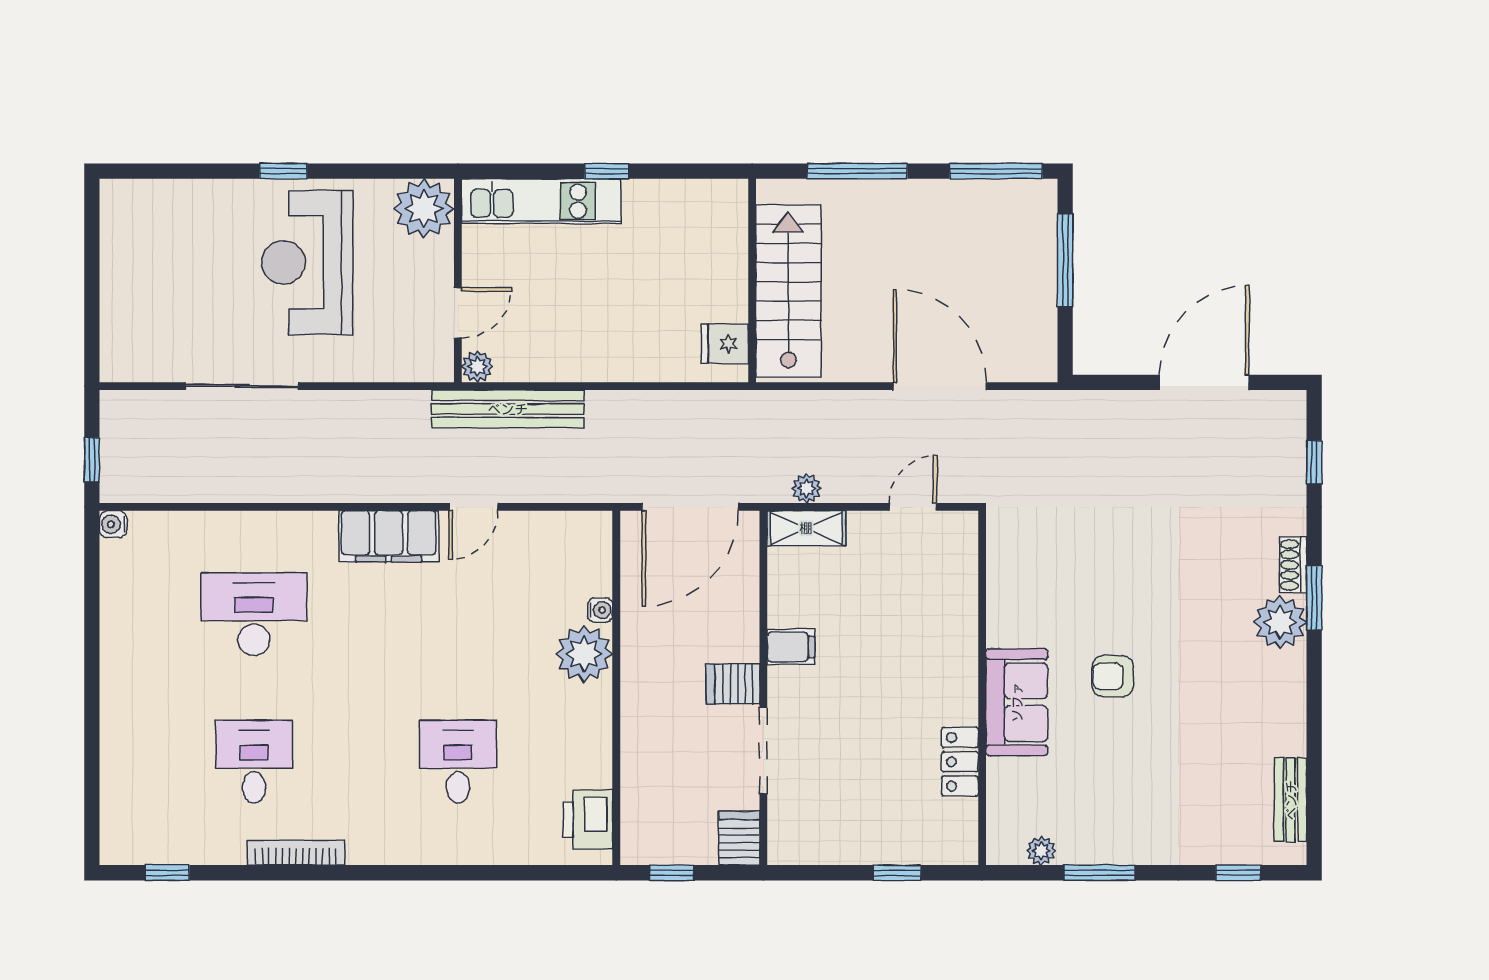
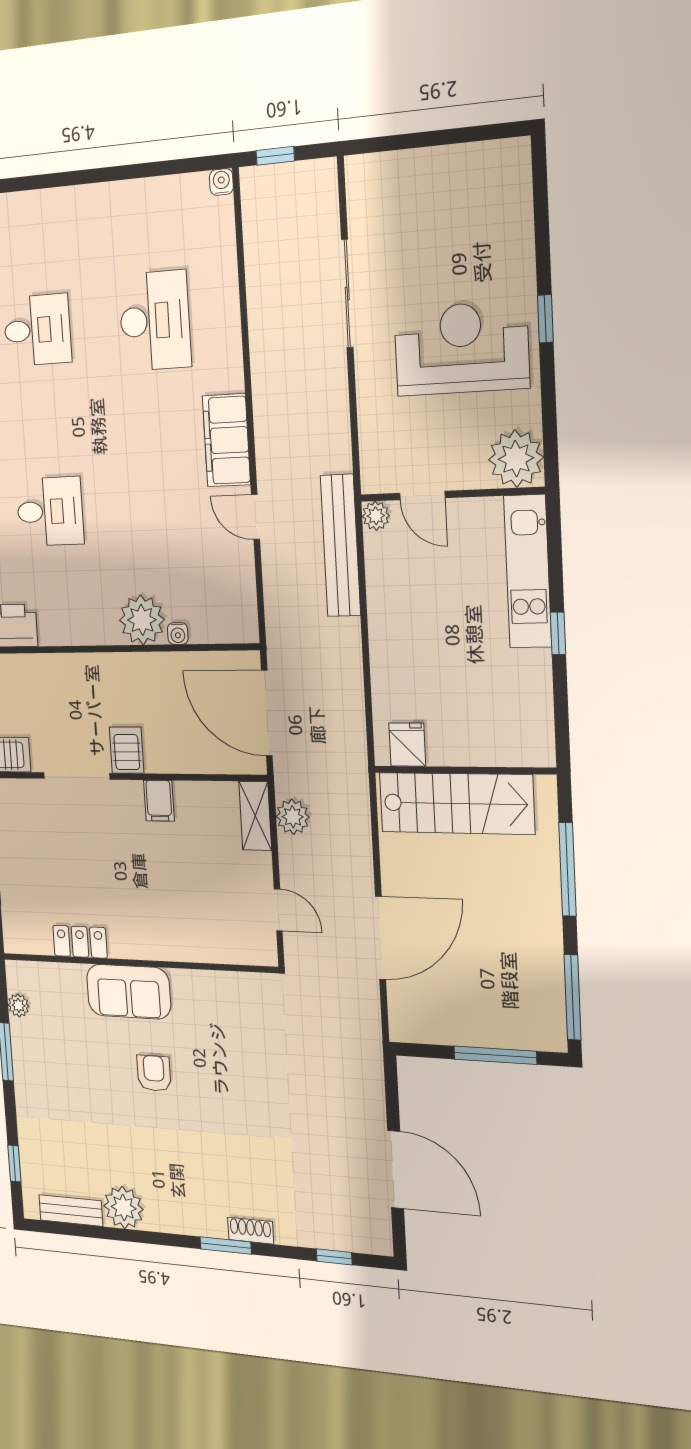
plant: (806, 488) -> (293, 817), width x1.38, depth x1.38
plant: (1280, 622) -> (124, 1208), moved

